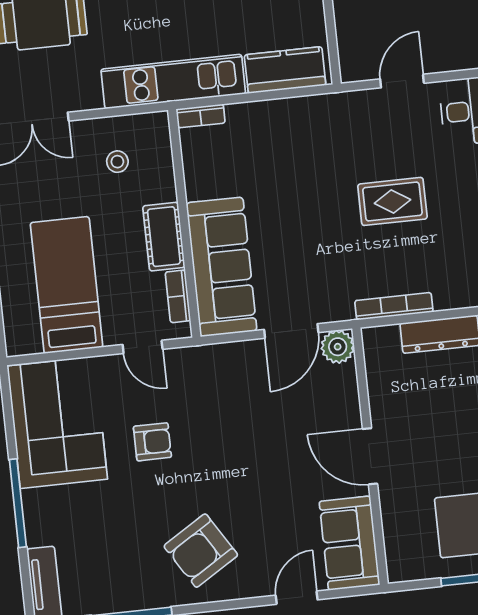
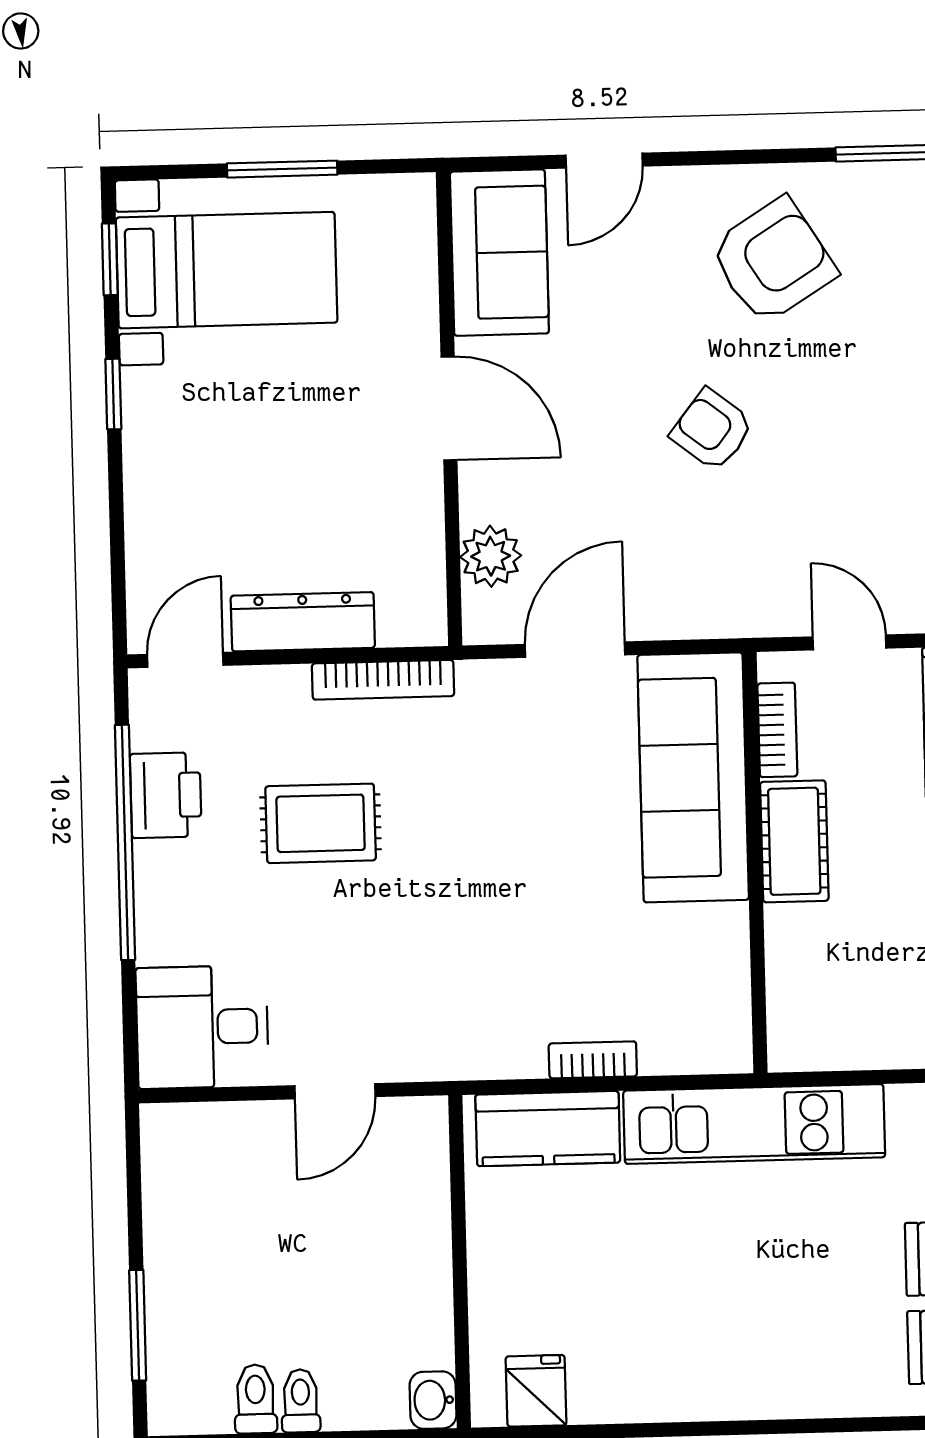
bookcase: (201, 116) -> (593, 1060), moved
stool: (117, 162) -> (868, 986), removed
rug: (392, 201) -> (321, 823), moved
plant: (338, 347) -> (491, 556), moved
armchair: (152, 442) -> (712, 430), moved, turned 38

